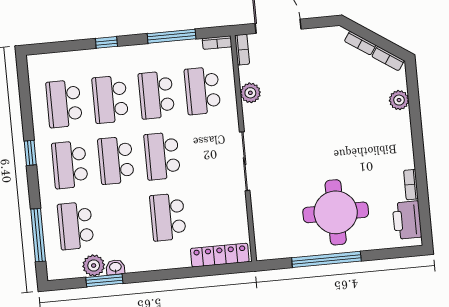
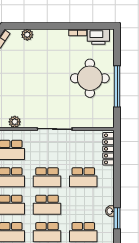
plant: (94, 266) -> (108, 224), removed

